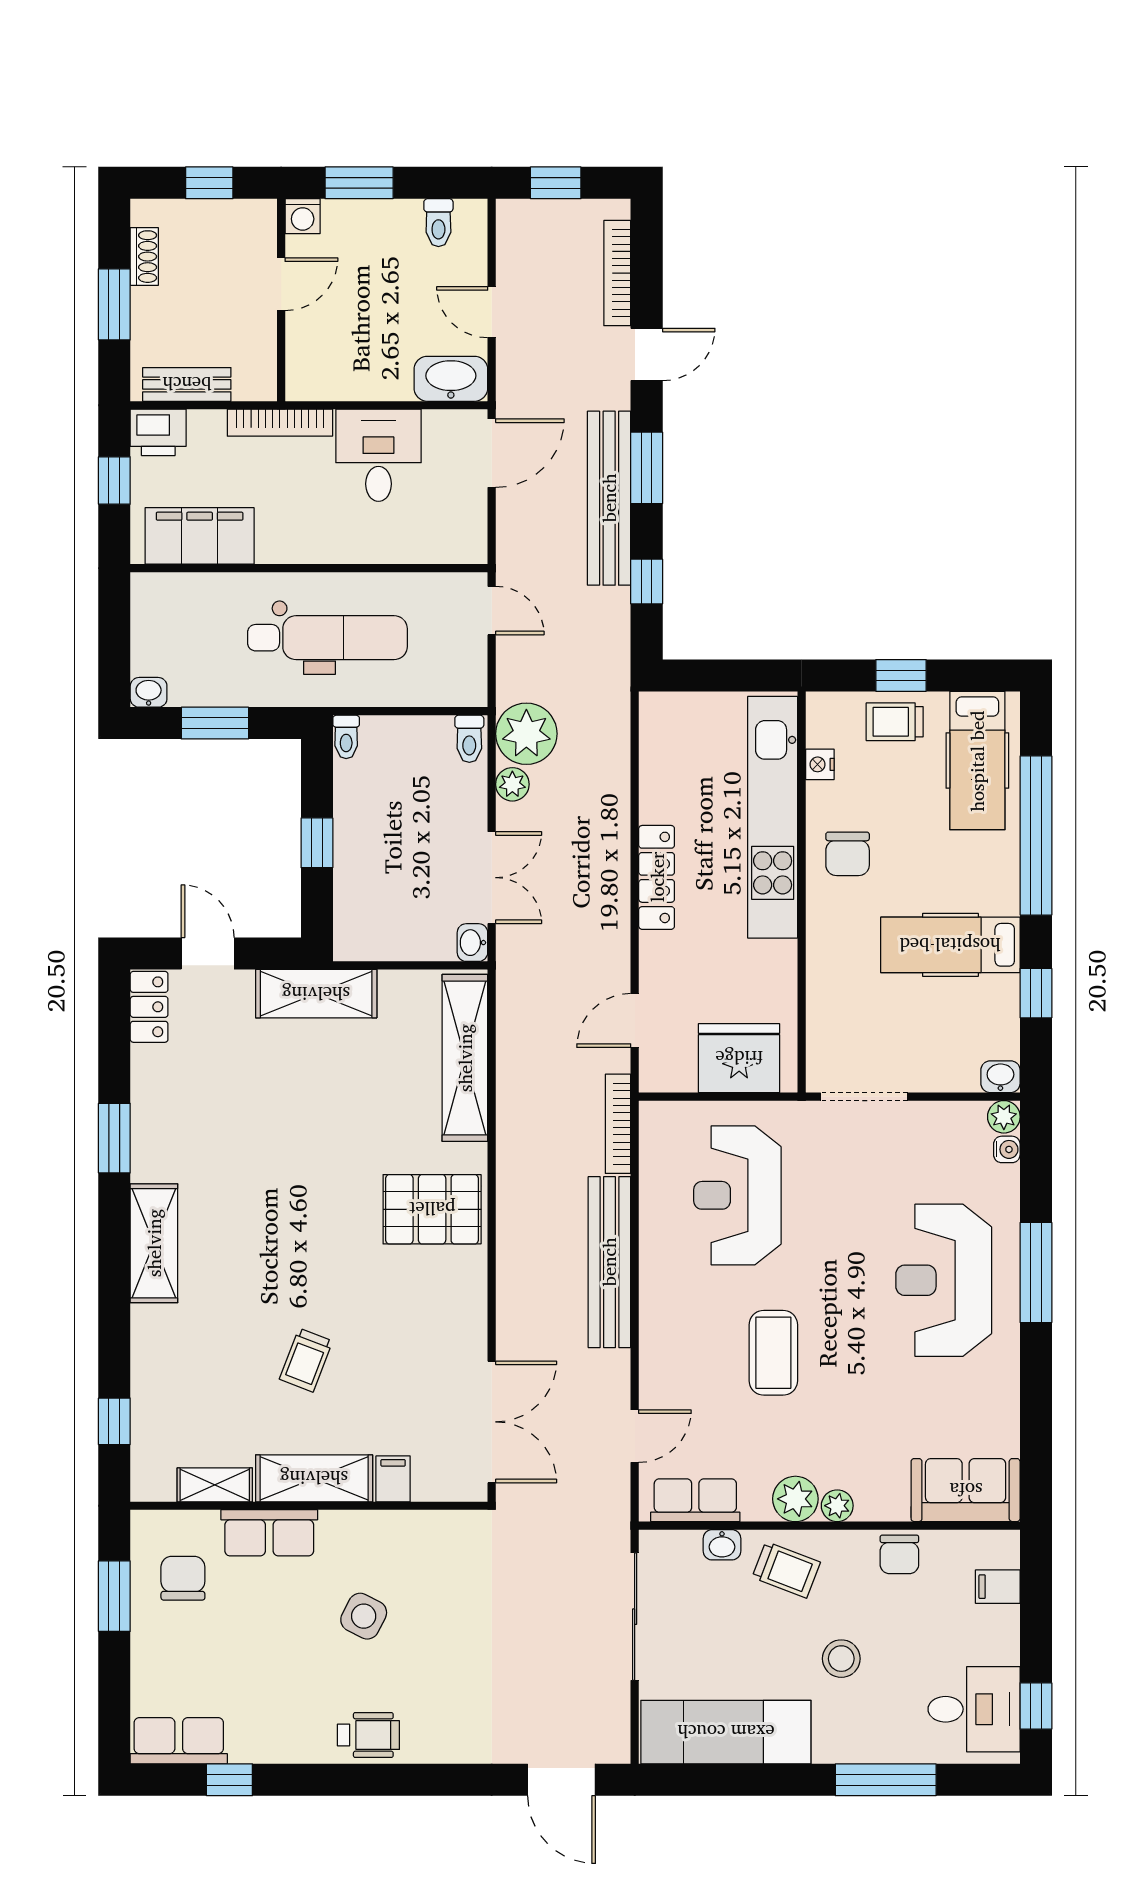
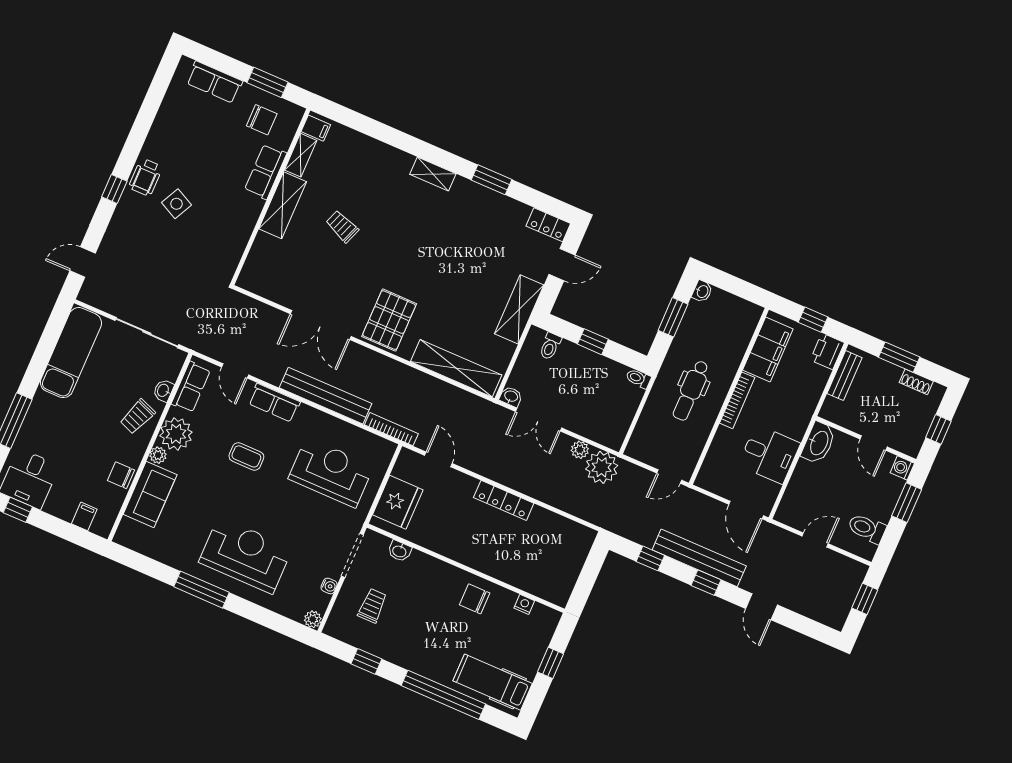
toilet: (438, 223) -> (867, 528), width x1.37, depth x1.39
bookcase: (617, 273) -> (808, 610), removed
washbasin: (451, 379) -> (819, 443), moved
bookcase: (280, 423) -> (737, 400), moved, turned 180
window: (647, 468) -> (706, 583), width x0.67
dental chair: (327, 638) -> (691, 390), width x0.73, depth x0.72
trolley: (895, 722) -> (372, 606), moved
toilet: (469, 739) -> (550, 346), moved, turned -90
kitchen unit: (773, 817) -> (508, 570), removed
hospital bed: (950, 945) -> (408, 630), removed
washbasin: (1000, 1077) -> (400, 551), moved, turned 90
water cooler: (1007, 1149) -> (329, 586), moved, turned -90
shelving: (154, 1243) -> (433, 174), width x0.67, depth x0.75
window: (1036, 1273) -> (201, 590), moved
row of seats: (660, 1345) -> (274, 403), added
coffee table: (773, 1353) -> (246, 456), width x0.73, depth x0.77
window: (114, 1421) -> (353, 120), removed
double door: (492, 1422) -> (321, 325), moved
filing cabinet: (393, 1479) -> (316, 128), moved
sofa: (966, 1490) -> (150, 494), moved
plant: (795, 1499) -> (176, 434), width x1.36, depth x1.36
side table: (364, 1616) -> (176, 204), moved
stool: (841, 1659) -> (82, 425), removed
row of seats: (179, 1741) -> (214, 82), moved, turned 90
window: (229, 1780) -> (114, 189), moved
door: (562, 1780) -> (83, 262), width x0.73

